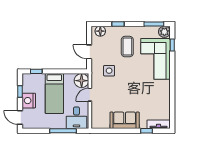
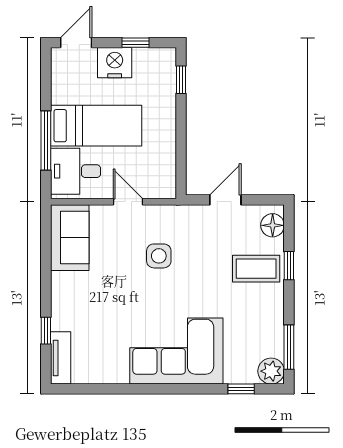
coffee table: (127, 47) -> (256, 269), moved
corner sofa: (156, 59) -> (176, 351), moved
side table: (109, 71) -> (159, 256), moved
floor lamp: (82, 81) -> (160, 183), removed
bed: (54, 93) -> (96, 126), moved, turned 180
sofa: (125, 120) -> (70, 238), moved

